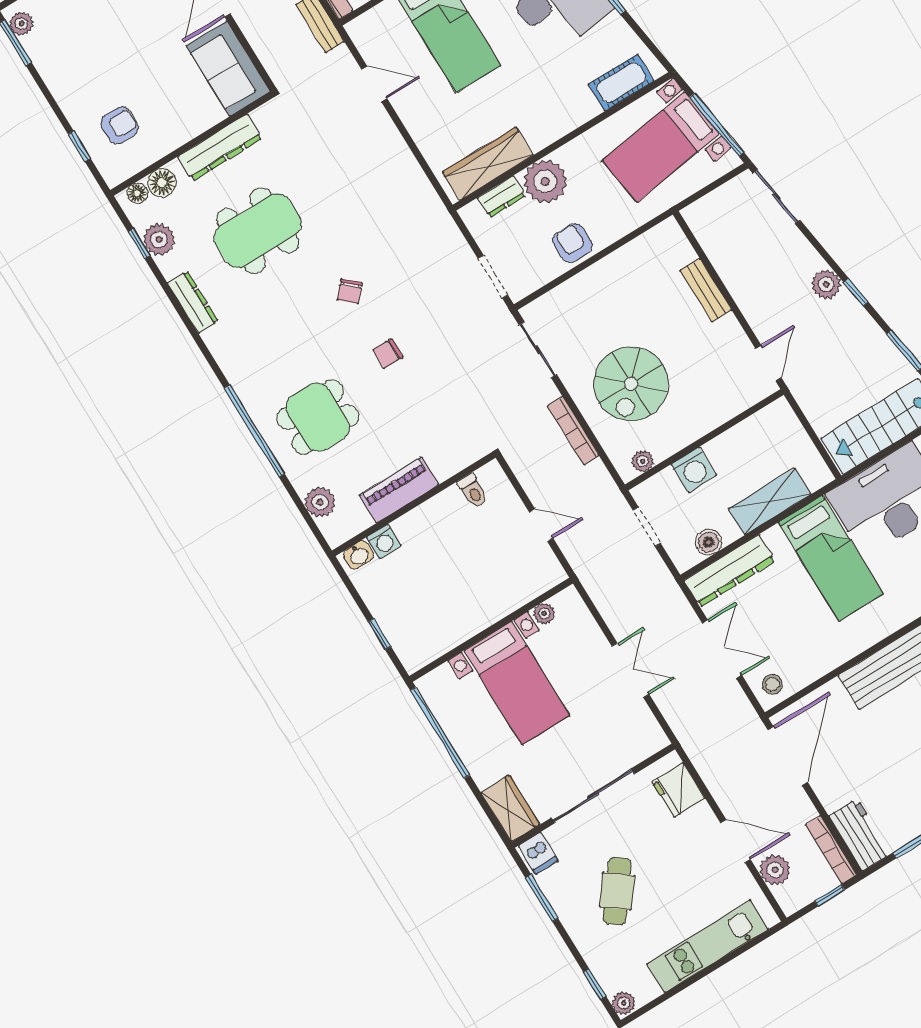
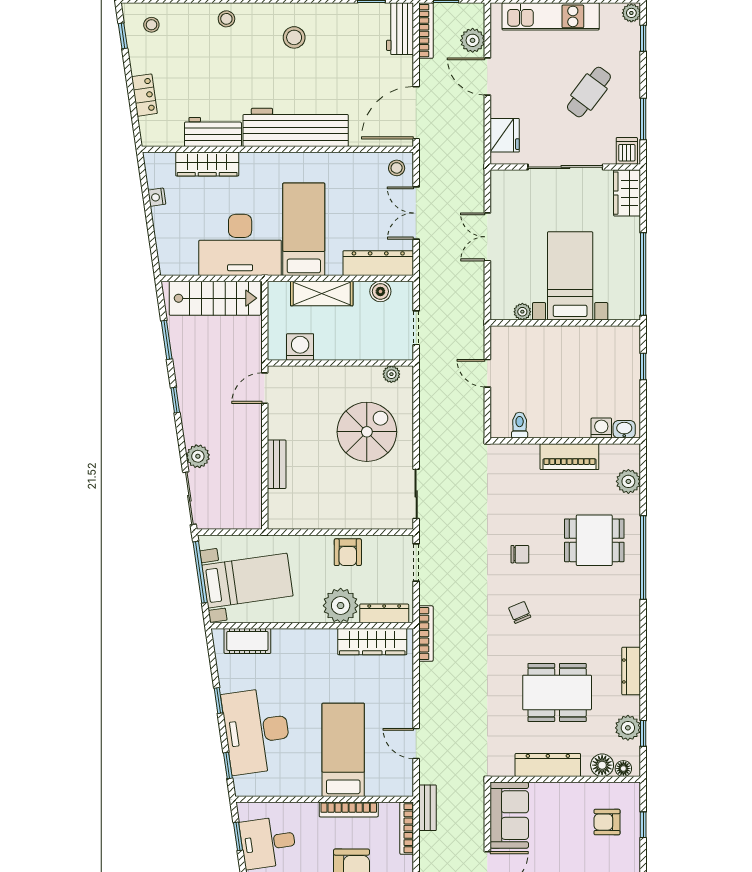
dresser: (501, 197) -> (384, 613), width x1.44
plant: (826, 284) -> (198, 456), moved
chair: (350, 291) -> (520, 612), turned -65
bookcase: (573, 431) -> (426, 634), moved
washing machine: (694, 470) -> (300, 347), moved

